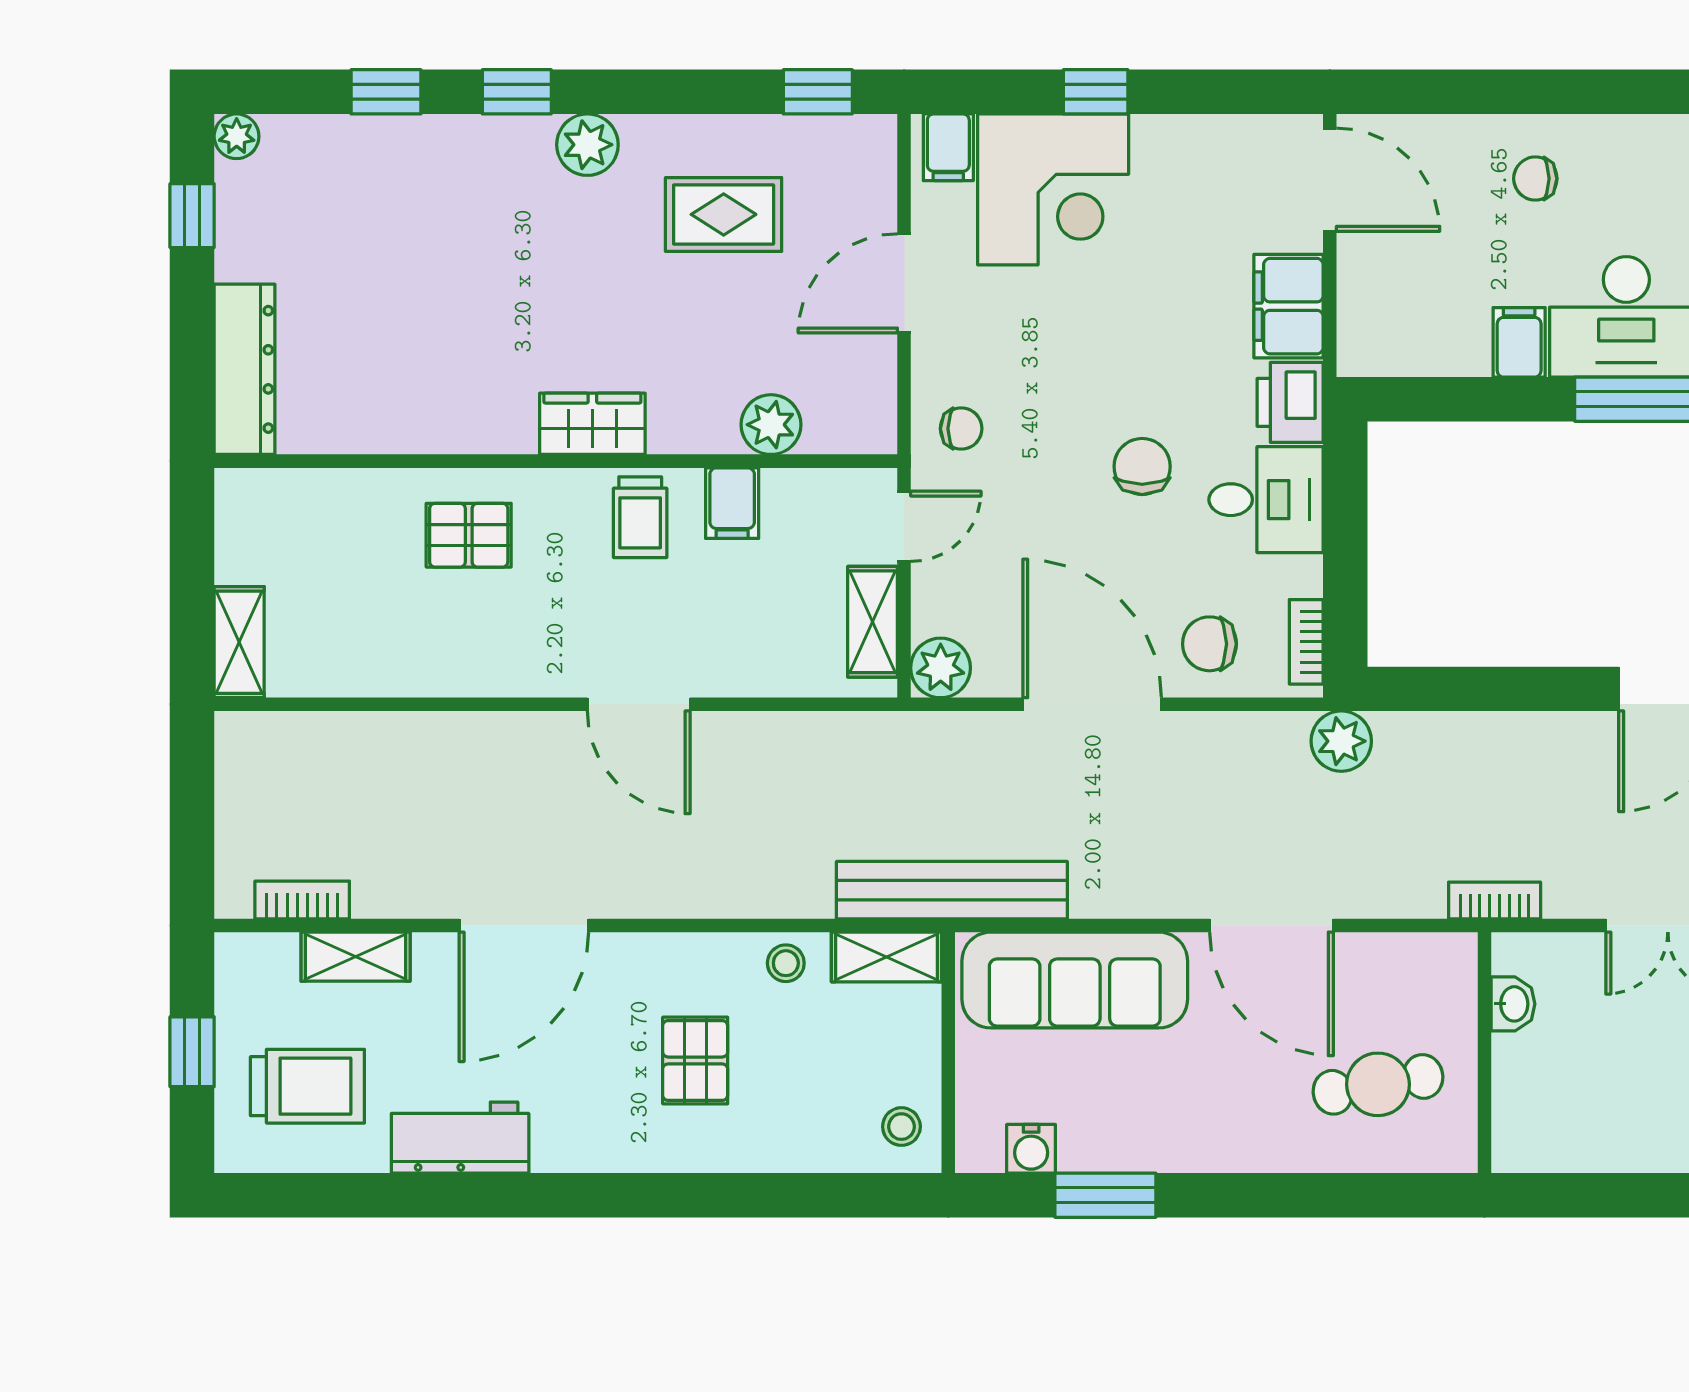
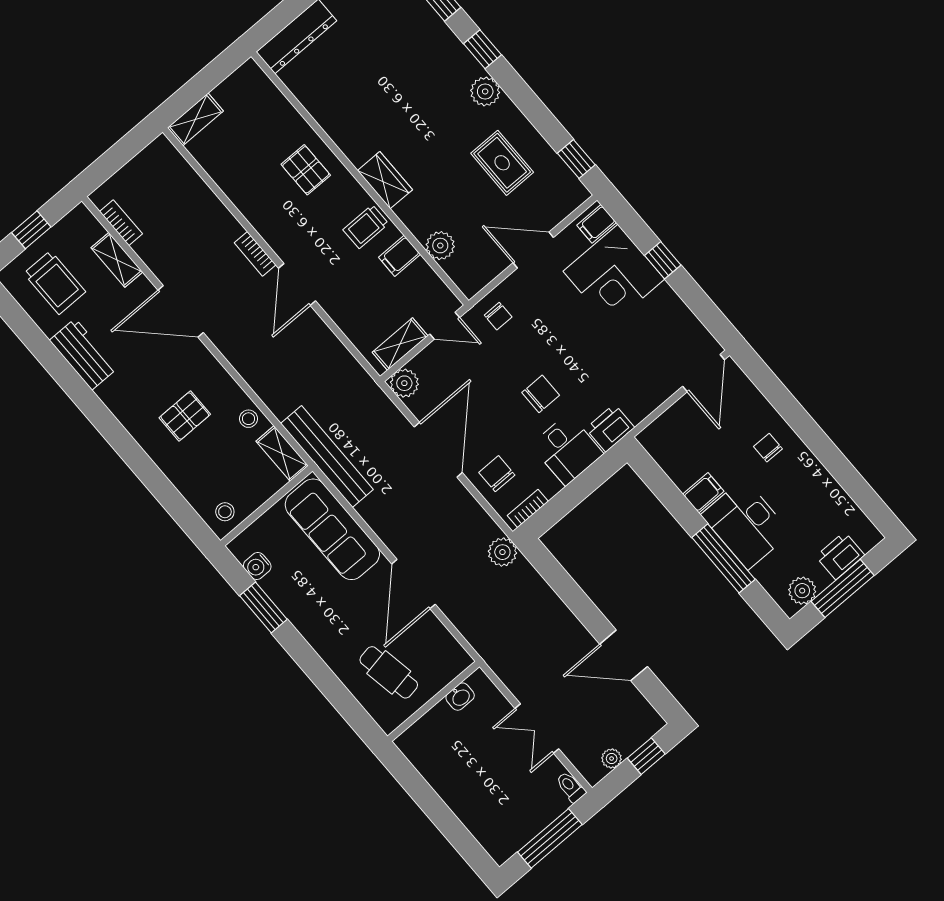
filing cabinet: (1289, 306) -> (645, 397), removed
bookcase: (1495, 900) -> (255, 254), moved, turned 180

